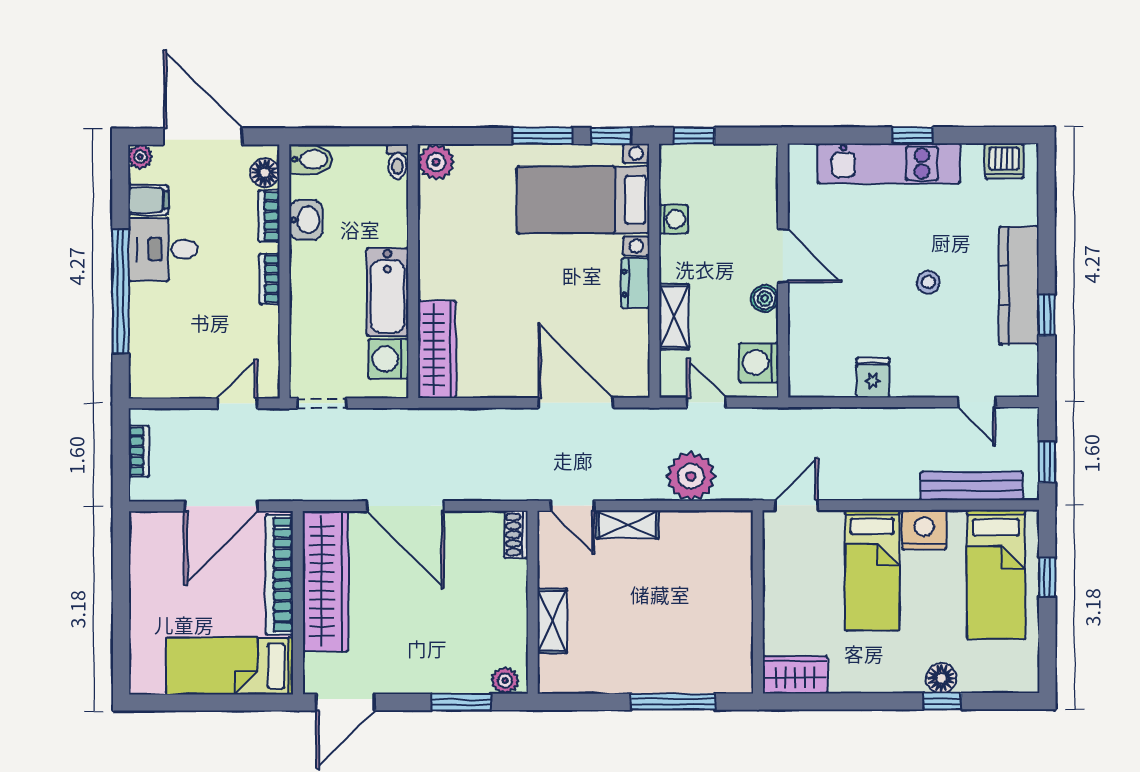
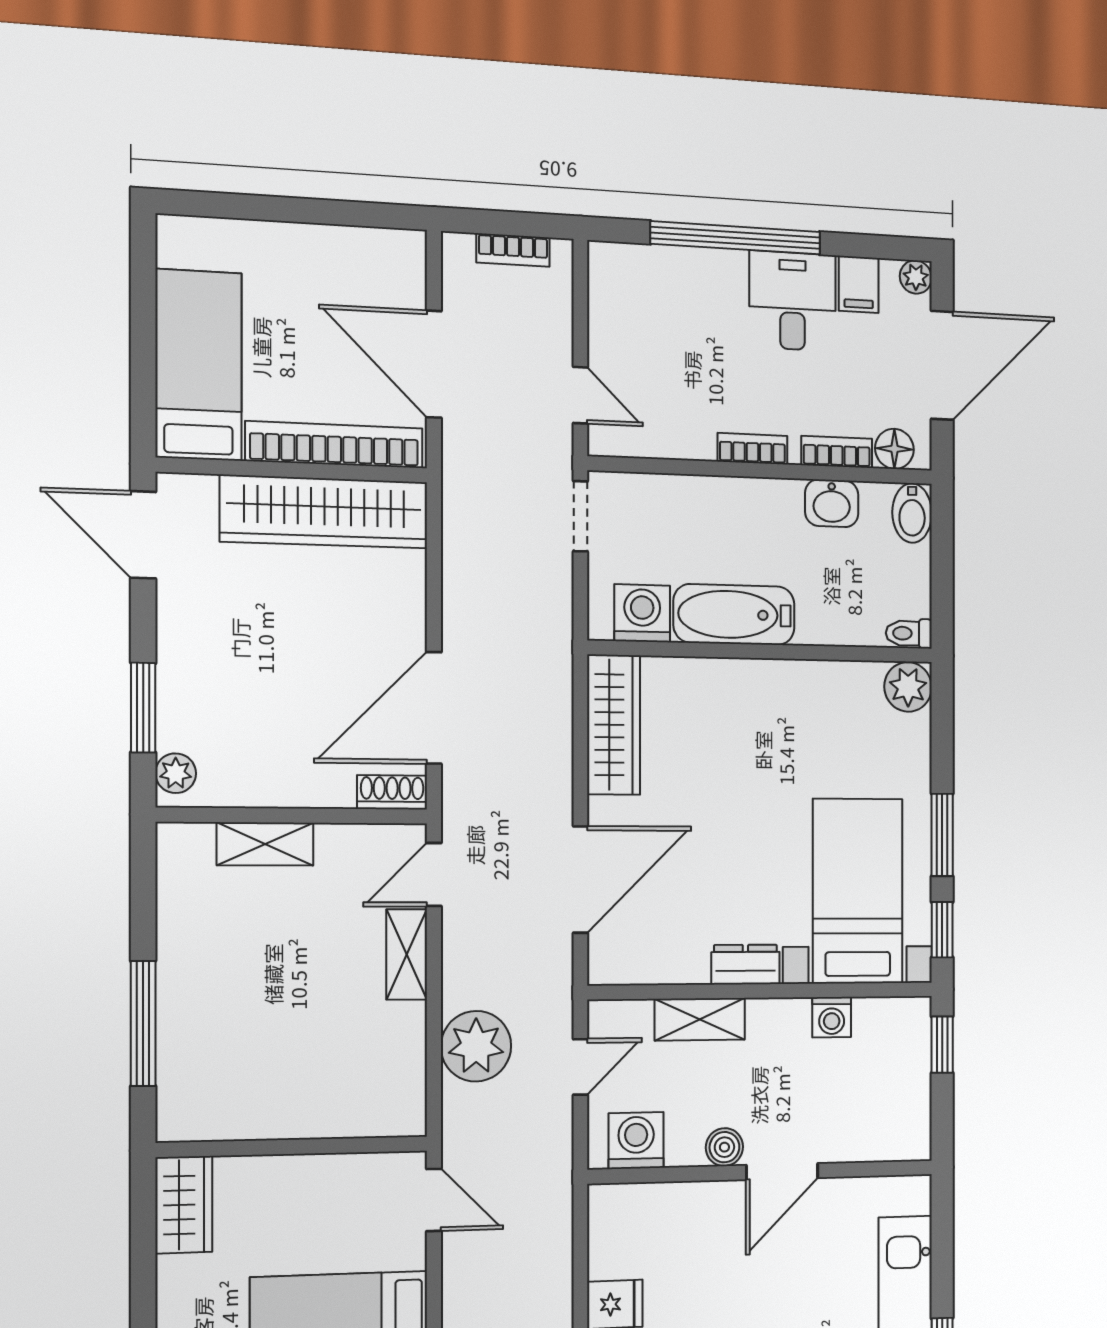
wardrobe: (437, 349) -> (614, 725), moved, turned -90
door: (405, 506) -> (434, 708), moved

